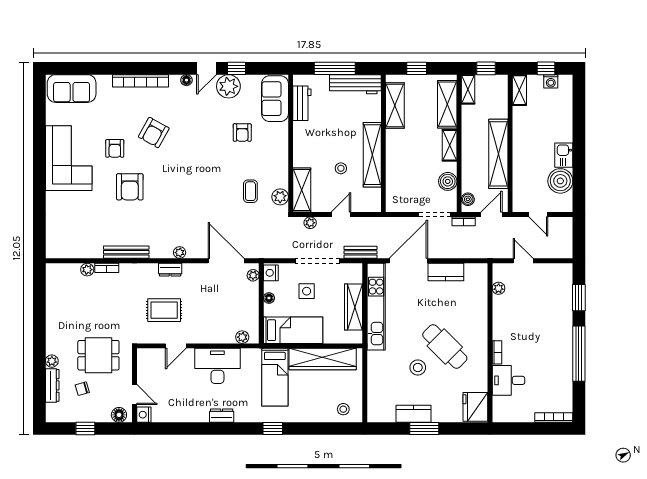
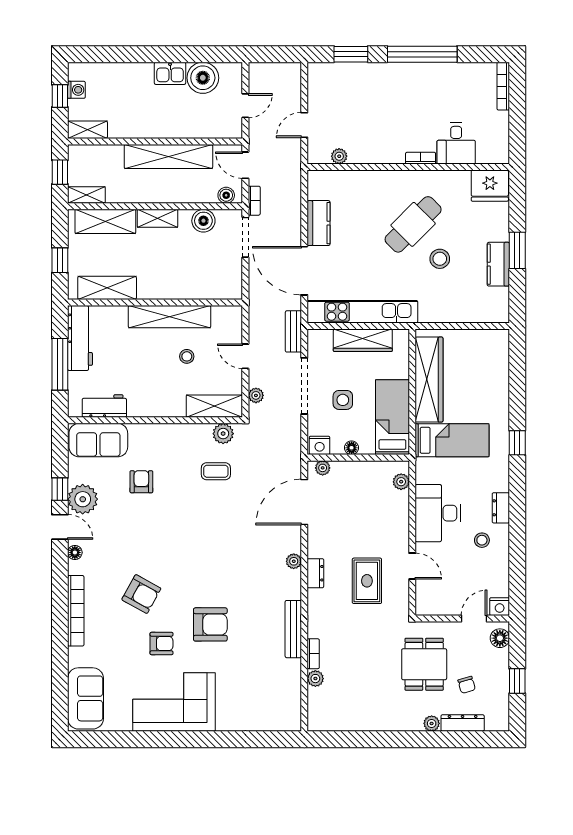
armchair: (242, 133) -> (141, 482), turned -90
stool: (343, 409) -> (482, 540), moved

